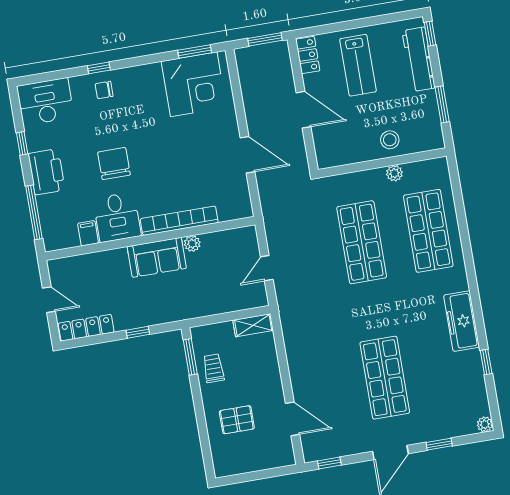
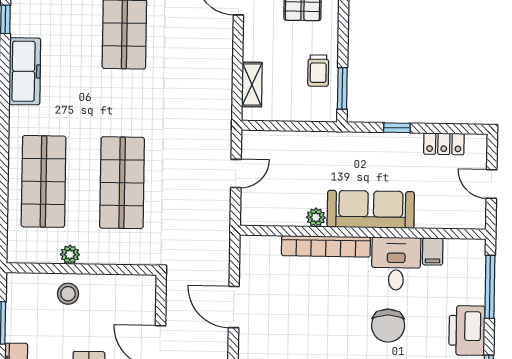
sofa: (157, 257) -> (371, 209), width x1.36
shelving: (253, 325) -> (252, 85), moved, turned 90
locker: (86, 328) -> (444, 144), width x0.66

